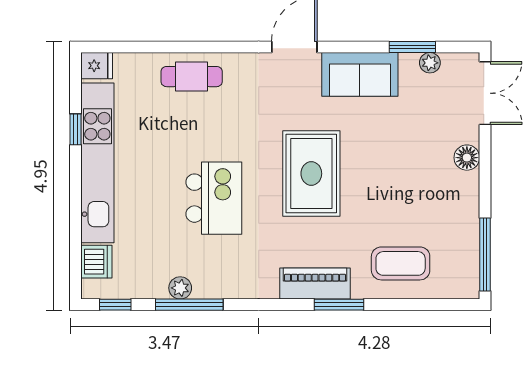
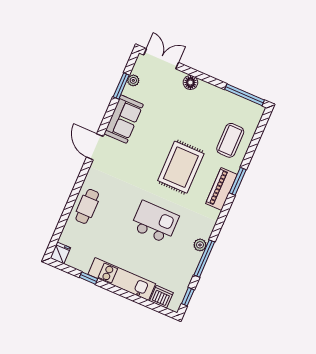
kitchen unit: (97, 163) -> (122, 279), width x0.73
rug: (311, 174) -> (181, 167), moved, turned 90
plant: (180, 288) -> (200, 245), moved

